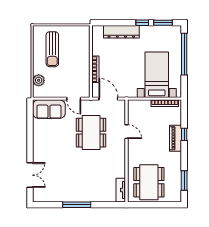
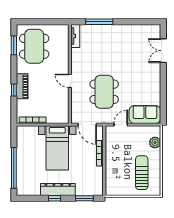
window: (163, 23) -> (84, 198), moved
dresser: (121, 32) -> (58, 190), moved
bed with nightstands: (157, 75) -> (57, 148), moved
door: (74, 99) -> (121, 125), hinge flipped
door: (126, 132) -> (70, 81), moved
dining table: (149, 182) -> (34, 46), moved
window: (77, 205) -> (99, 22), moved

